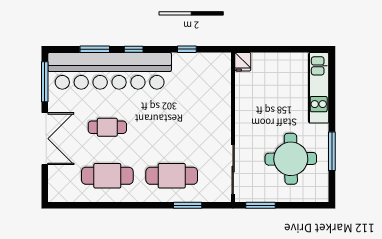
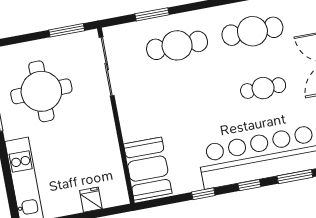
window: (187, 49) -> (203, 194), moved
fridge: (243, 62) -> (91, 200), moved
booth: (215, 79) -> (148, 169), added

